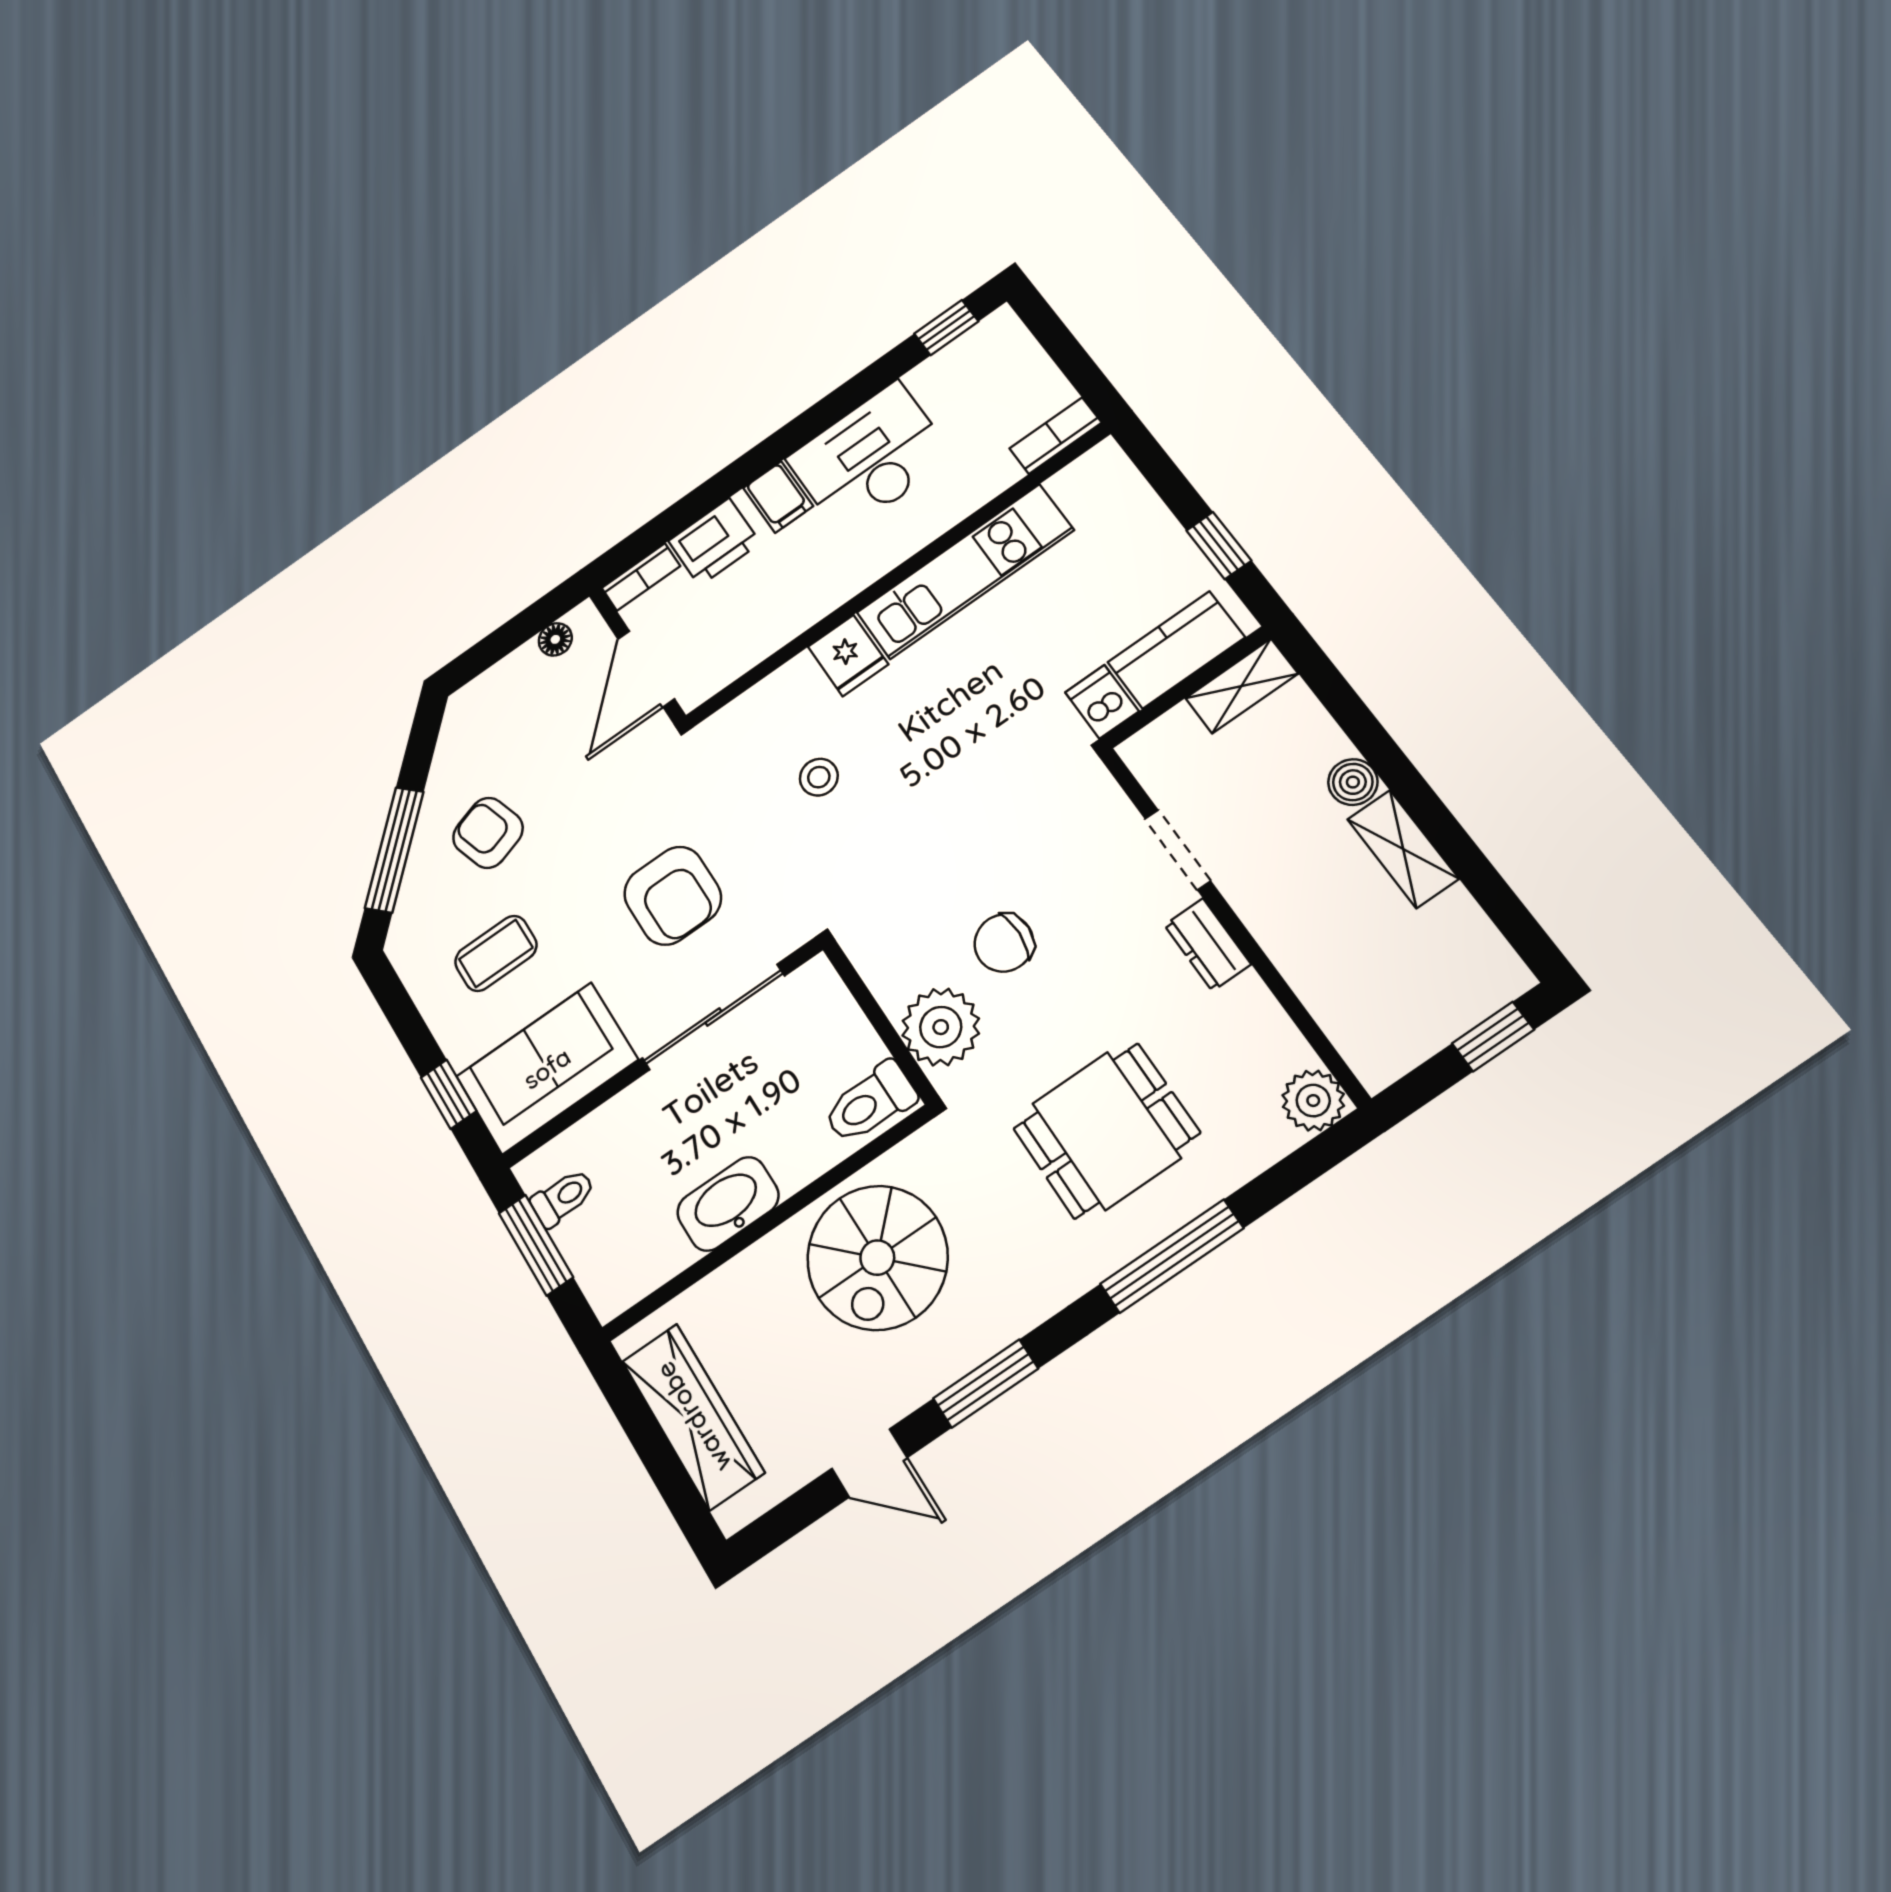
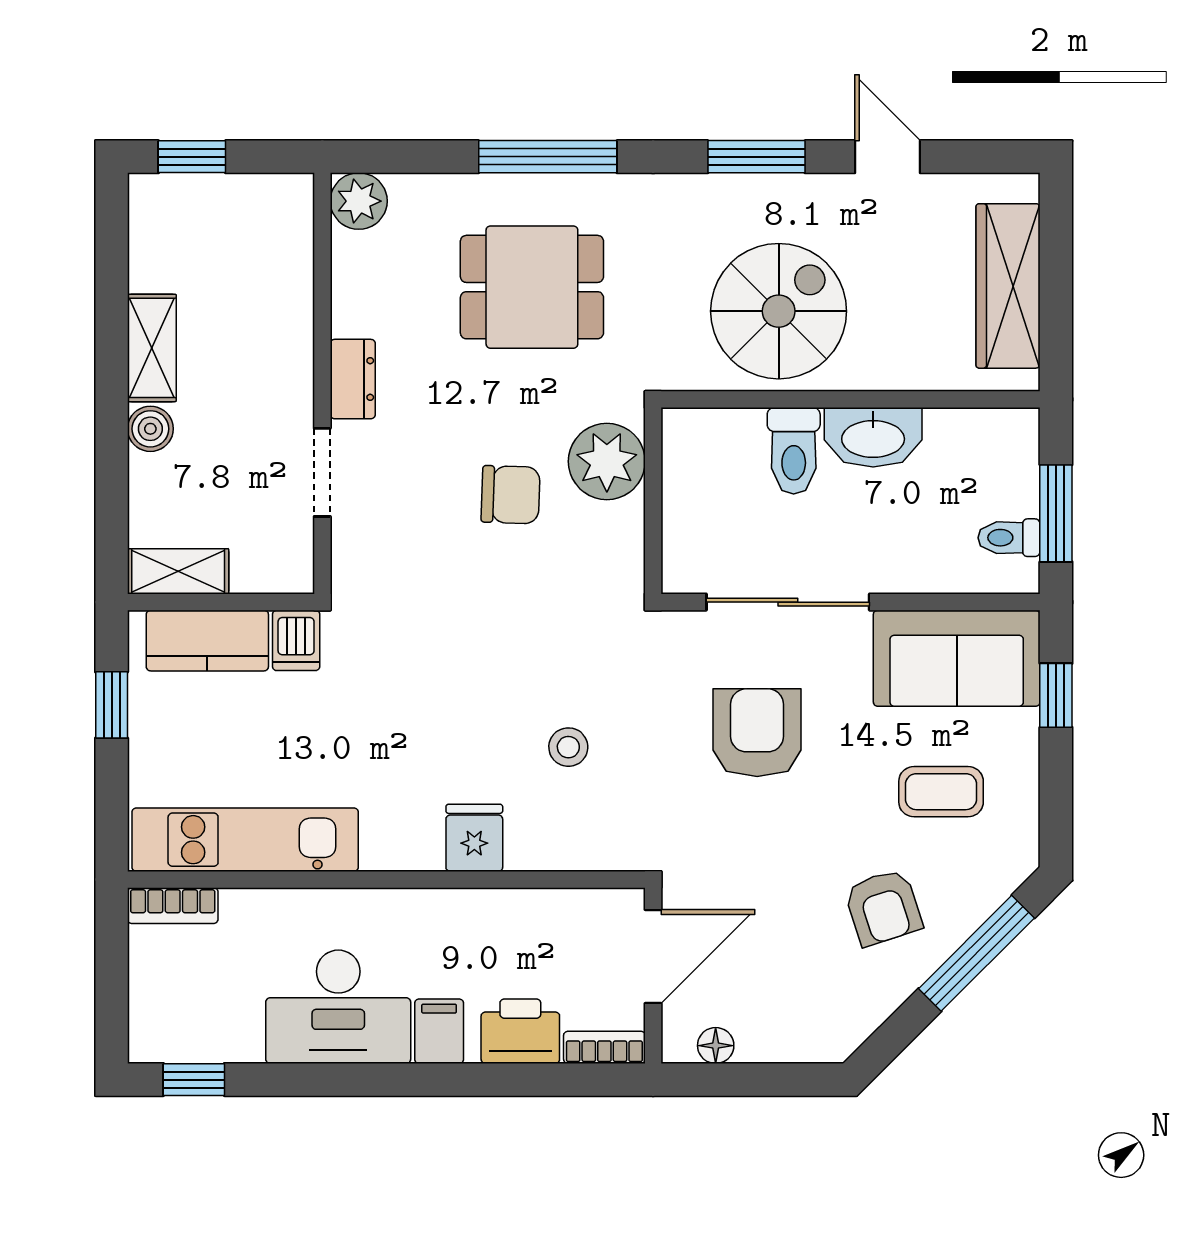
kitchen unit: (965, 572) -> (245, 840), moved
toilet: (870, 1103) -> (794, 451), moved, turned 90

